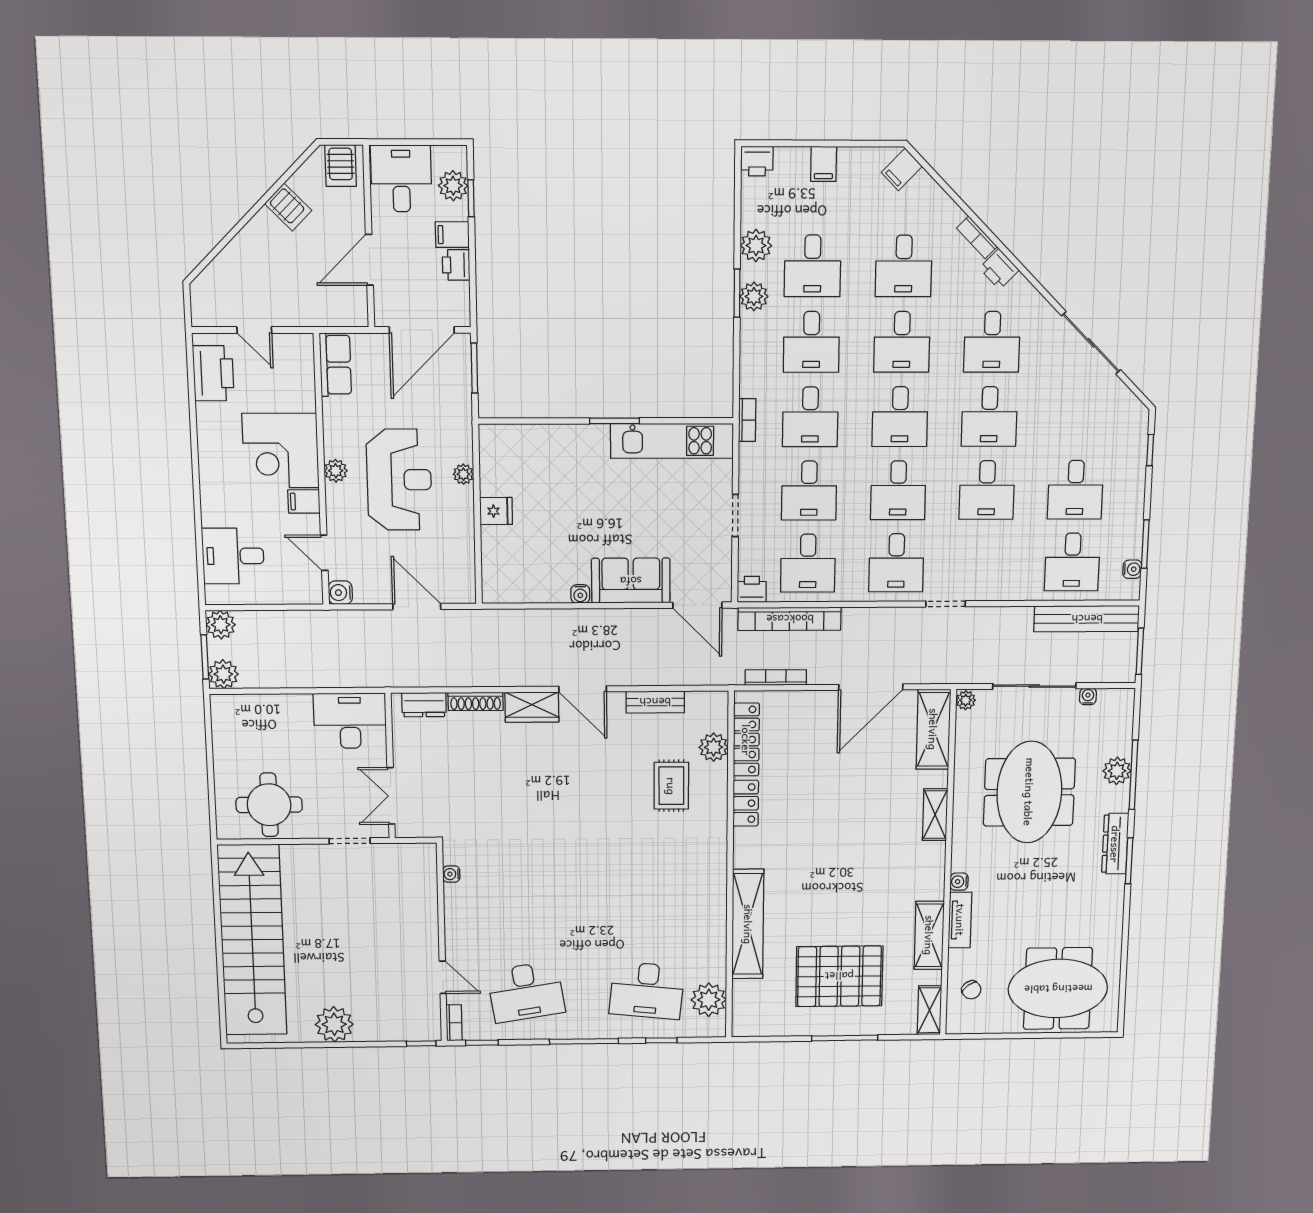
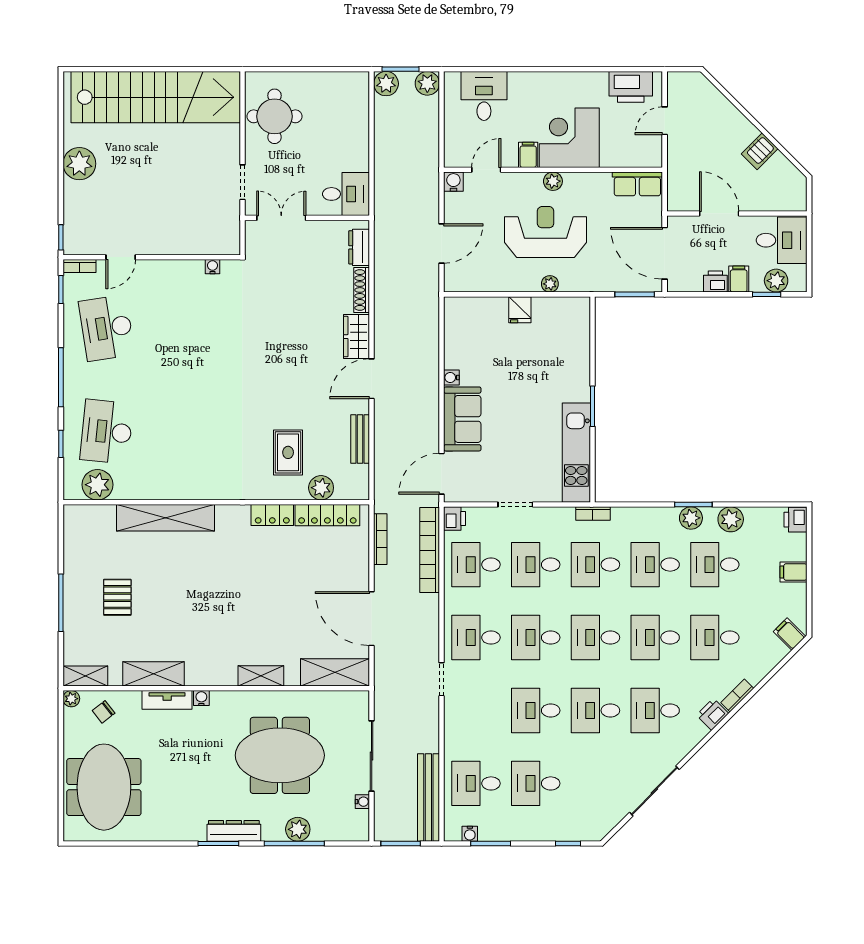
server rack: (341, 166) -> (791, 193), removed
reception desk: (399, 480) -> (546, 232), turned 180
plant: (966, 700) -> (71, 699), moved
desk: (350, 721) -> (346, 194), width x0.73
rug: (671, 786) -> (288, 452), turned 90
pallet: (839, 976) -> (117, 597), width x0.49, depth x0.50

